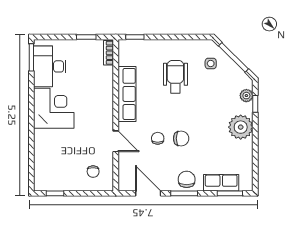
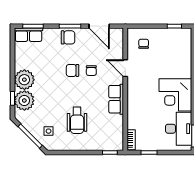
row of seats: (127, 94) -> (116, 99), width x0.68
plant: (246, 96) -> (24, 101), width x1.88, depth x1.88
chair: (187, 179) -> (68, 37), turned -90
row of seats: (221, 183) -> (29, 35), moved

